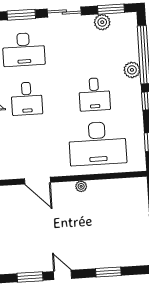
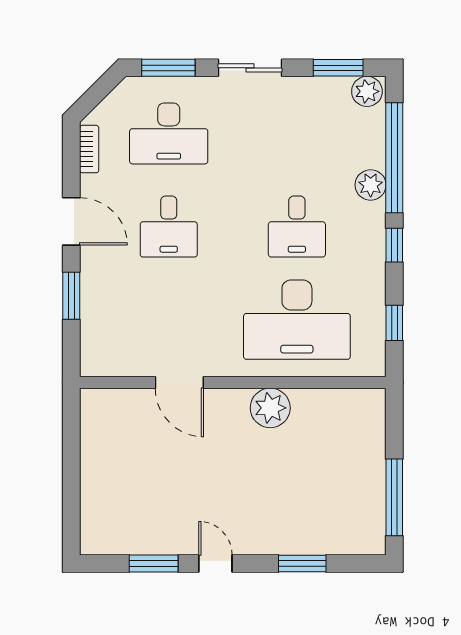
plant: (102, 22) -> (367, 91), moved
plant: (81, 186) -> (270, 408), width x1.88, depth x1.88

